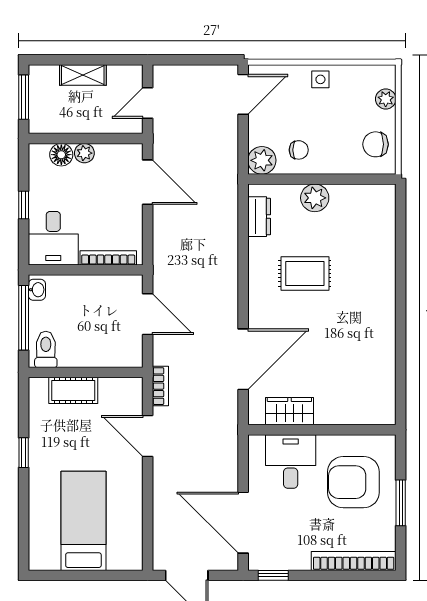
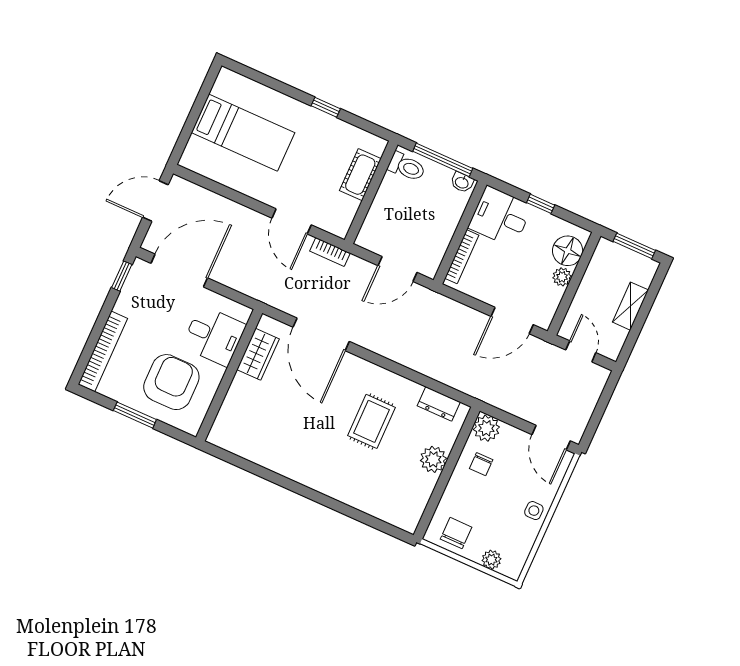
floor lamp: (61, 155) -> (568, 251), width x1.38, depth x1.38
door: (148, 436) -> (292, 221), swing flipped

